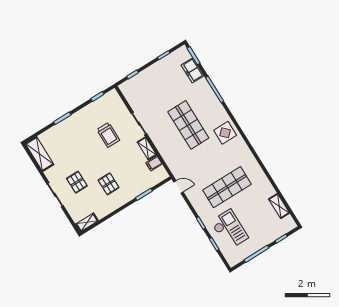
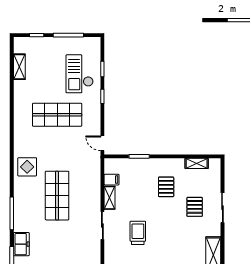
shelving: (87, 222) -> (197, 163), moved

